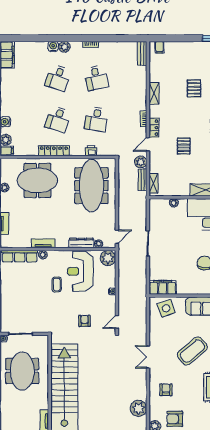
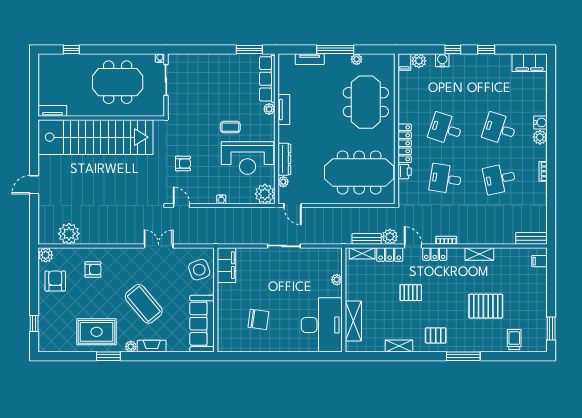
pallet: (194, 88) -> (486, 306), width x1.50, depth x1.42
locker: (54, 151) -> (405, 143), moved
locker: (154, 162) -> (390, 255), added
reception desk: (80, 271) -> (248, 158), turned 180
double door: (148, 357) -> (159, 246), moved

